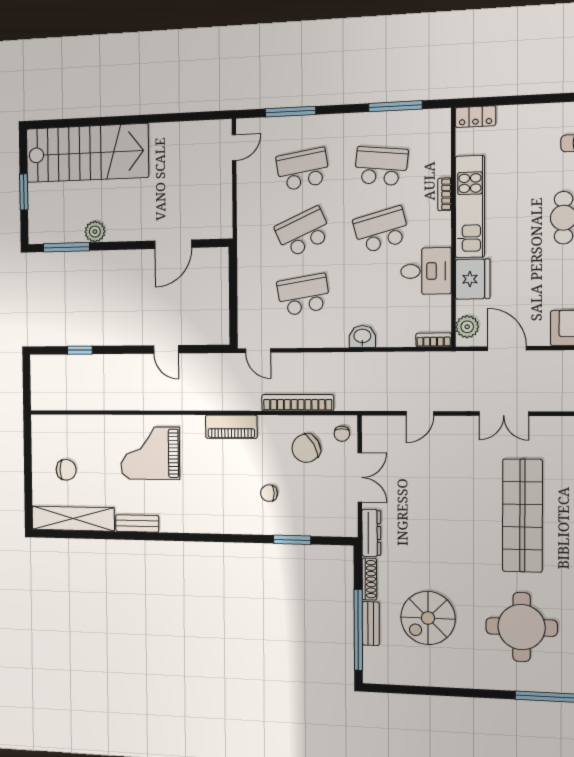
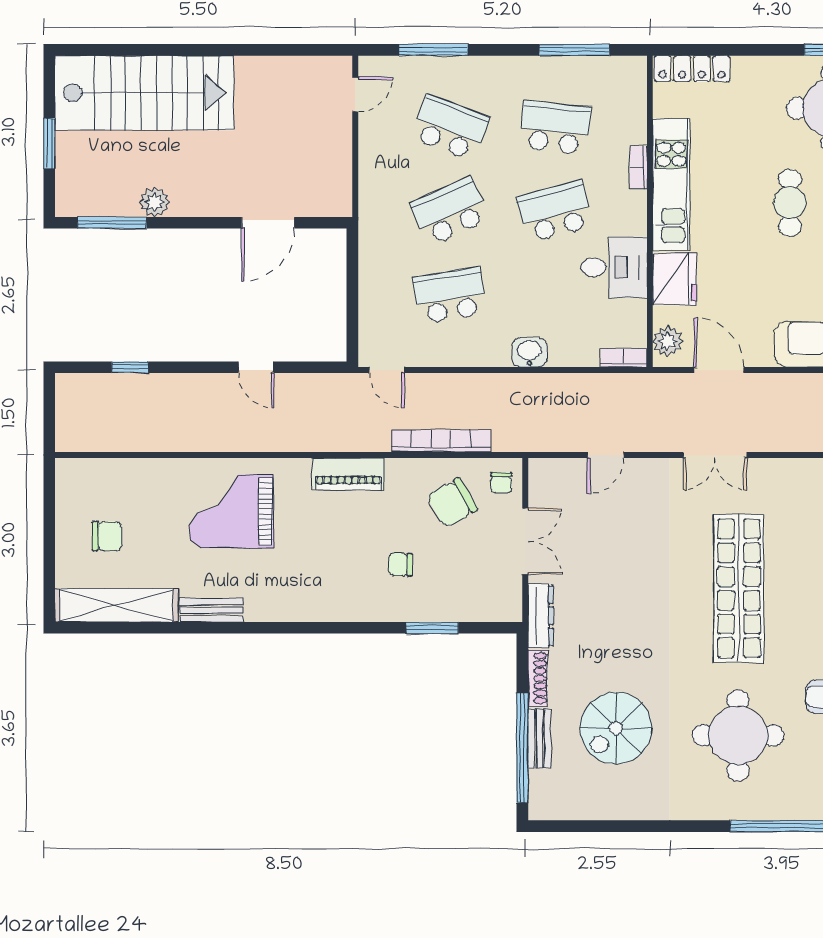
locker: (475, 117) -> (692, 69), width x1.53
school desk: (303, 169) -> (450, 127), turned 30

